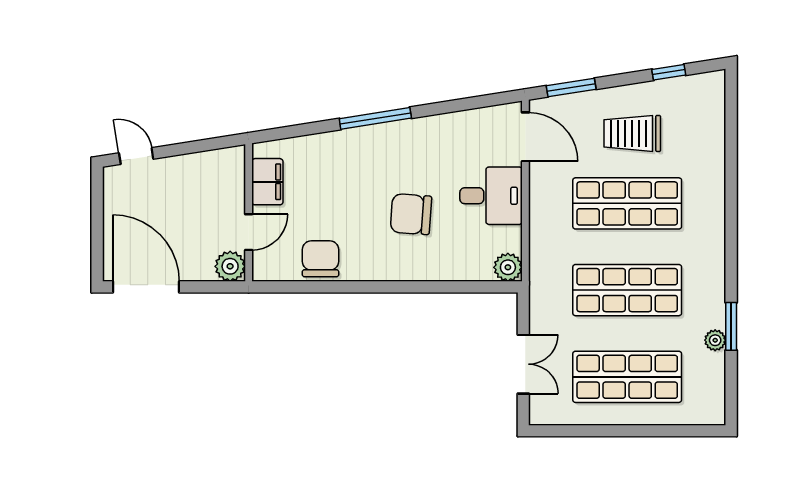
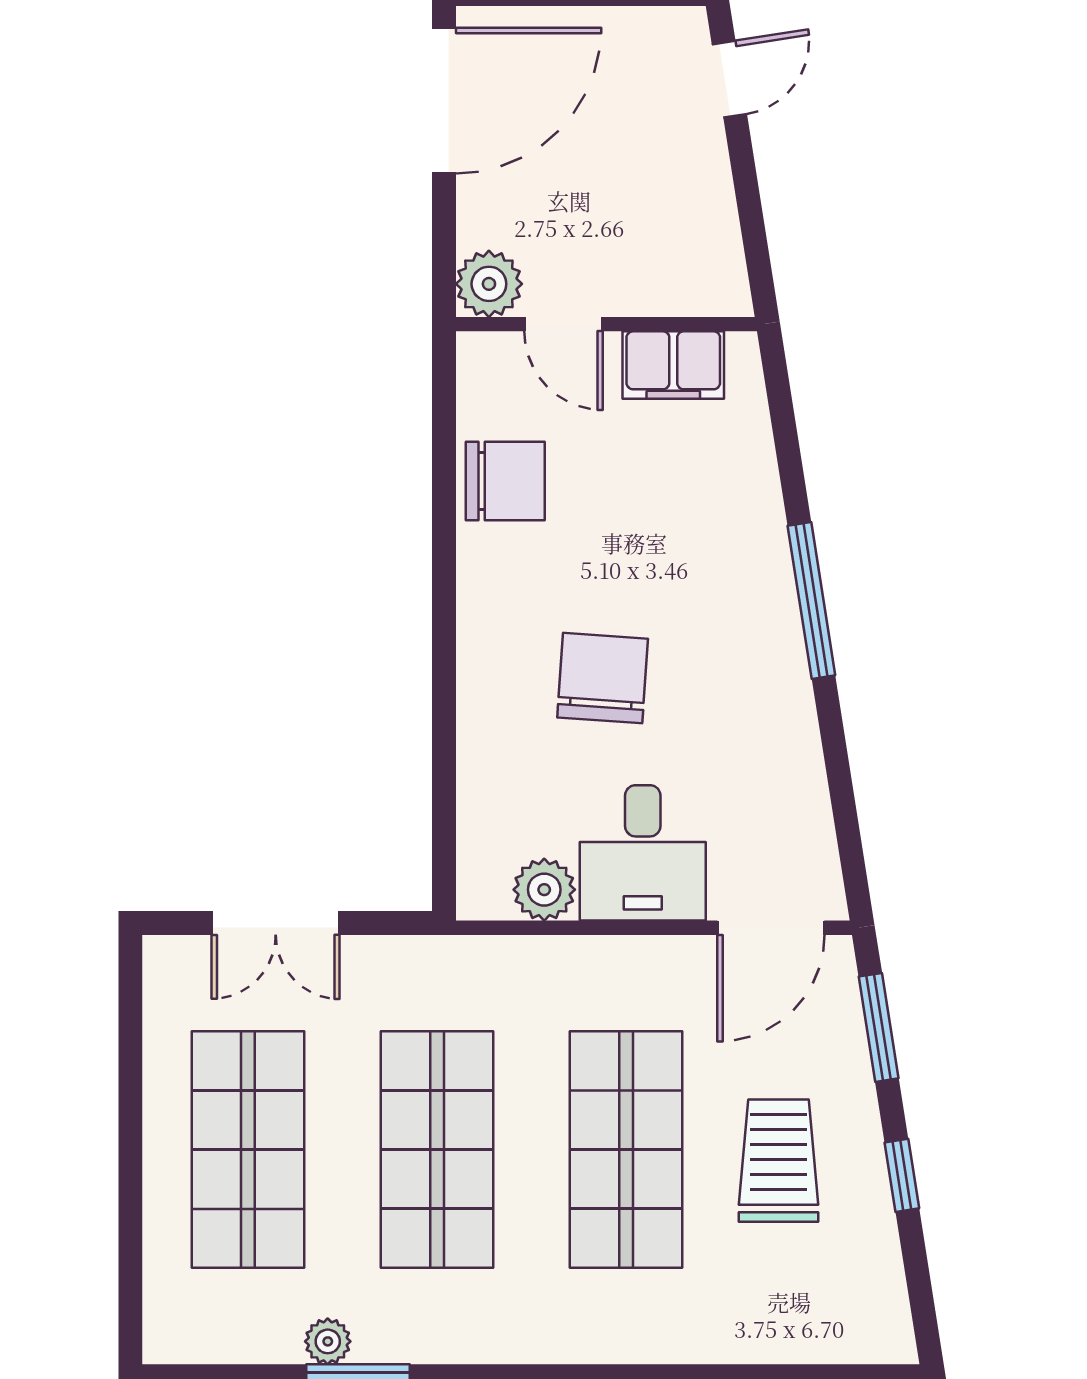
window: (669, 72) -> (902, 1175), moved
plant: (508, 267) -> (544, 890), moved

